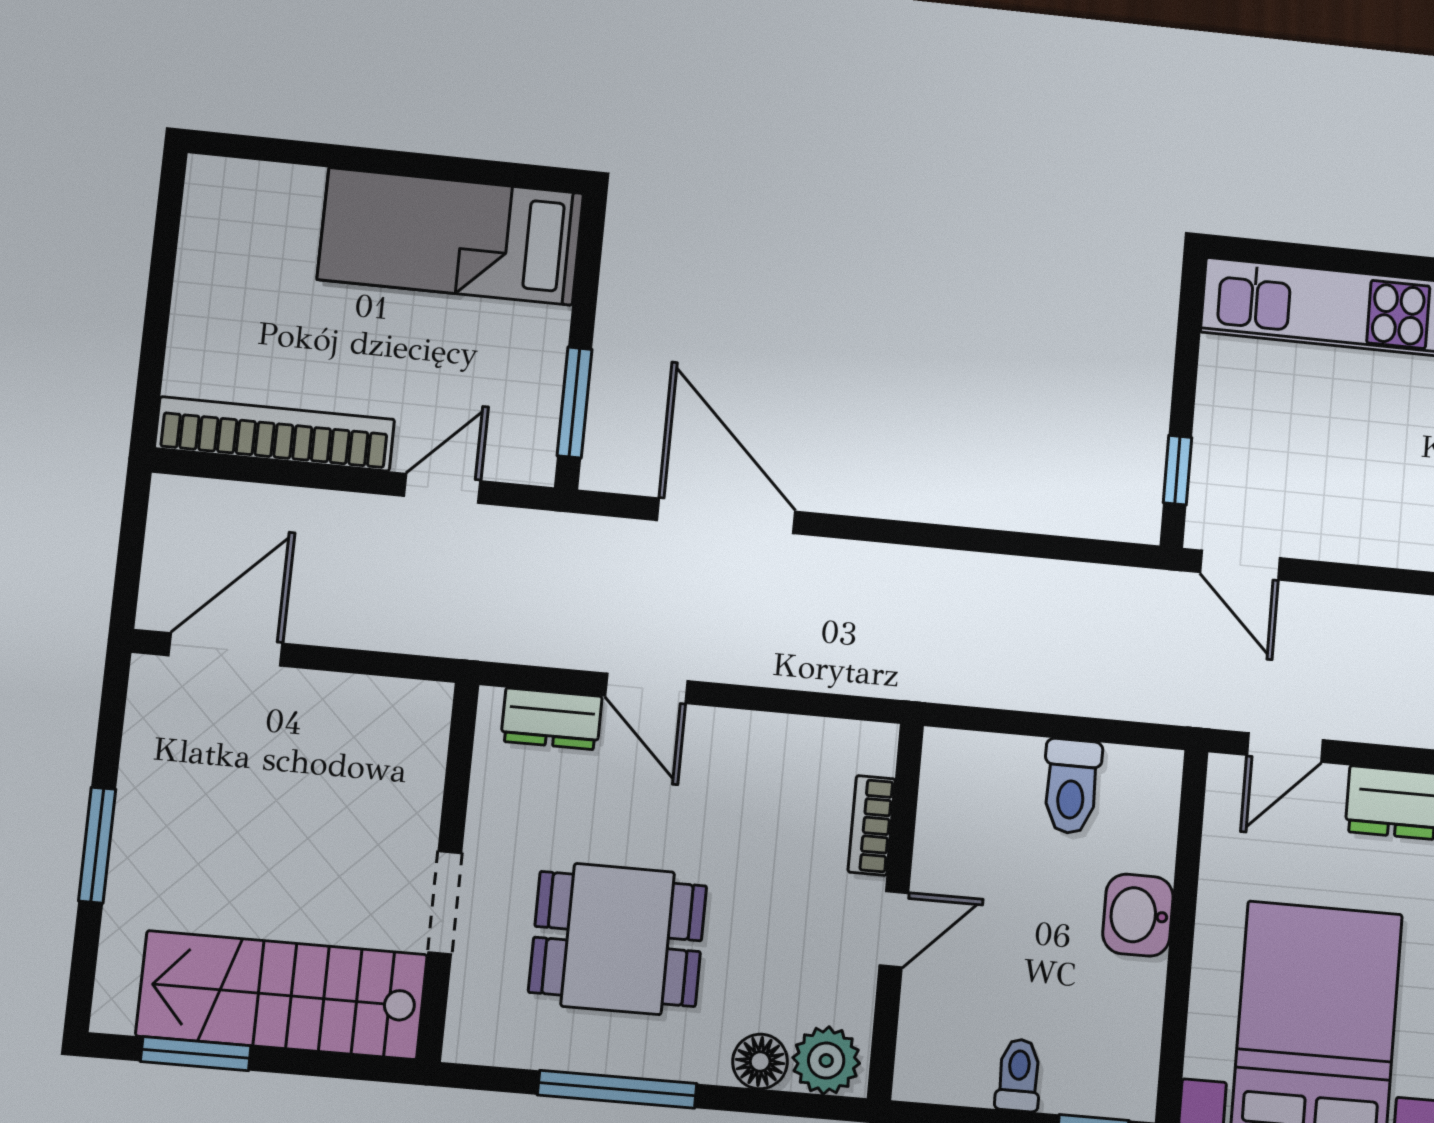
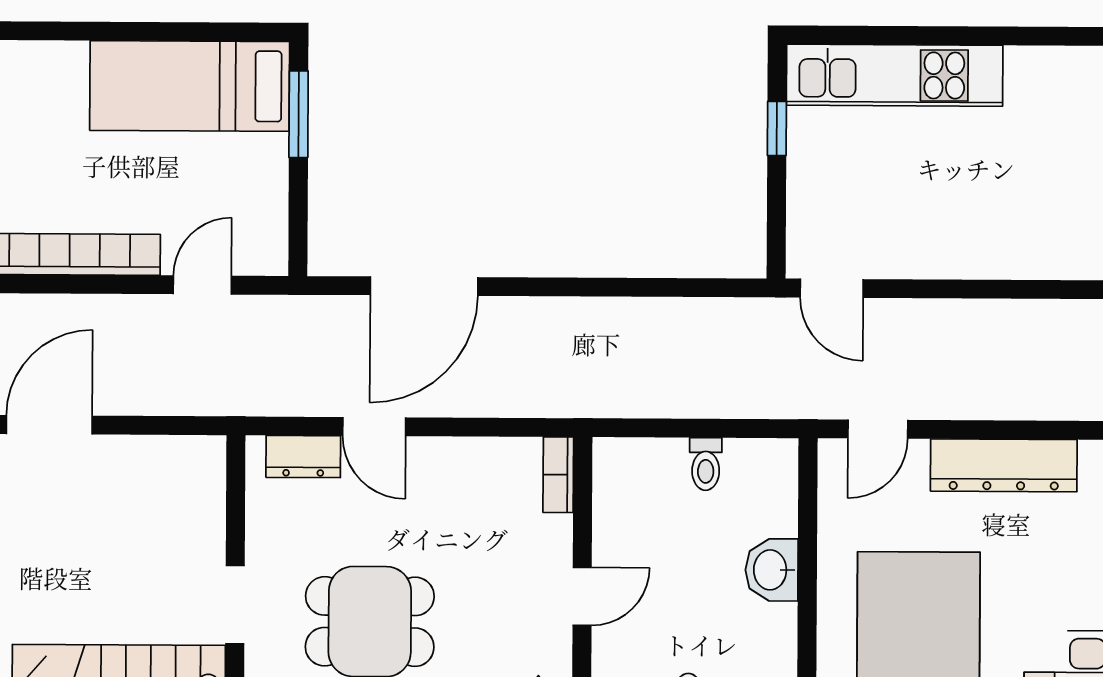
window: (575, 402) -> (299, 114), moved
window: (1177, 470) -> (777, 128), moved
door: (726, 516) -> (424, 286), swing flipped
toilet: (1071, 786) -> (706, 464), width x0.73, depth x0.72
bookcase: (872, 825) -> (558, 475), moved

